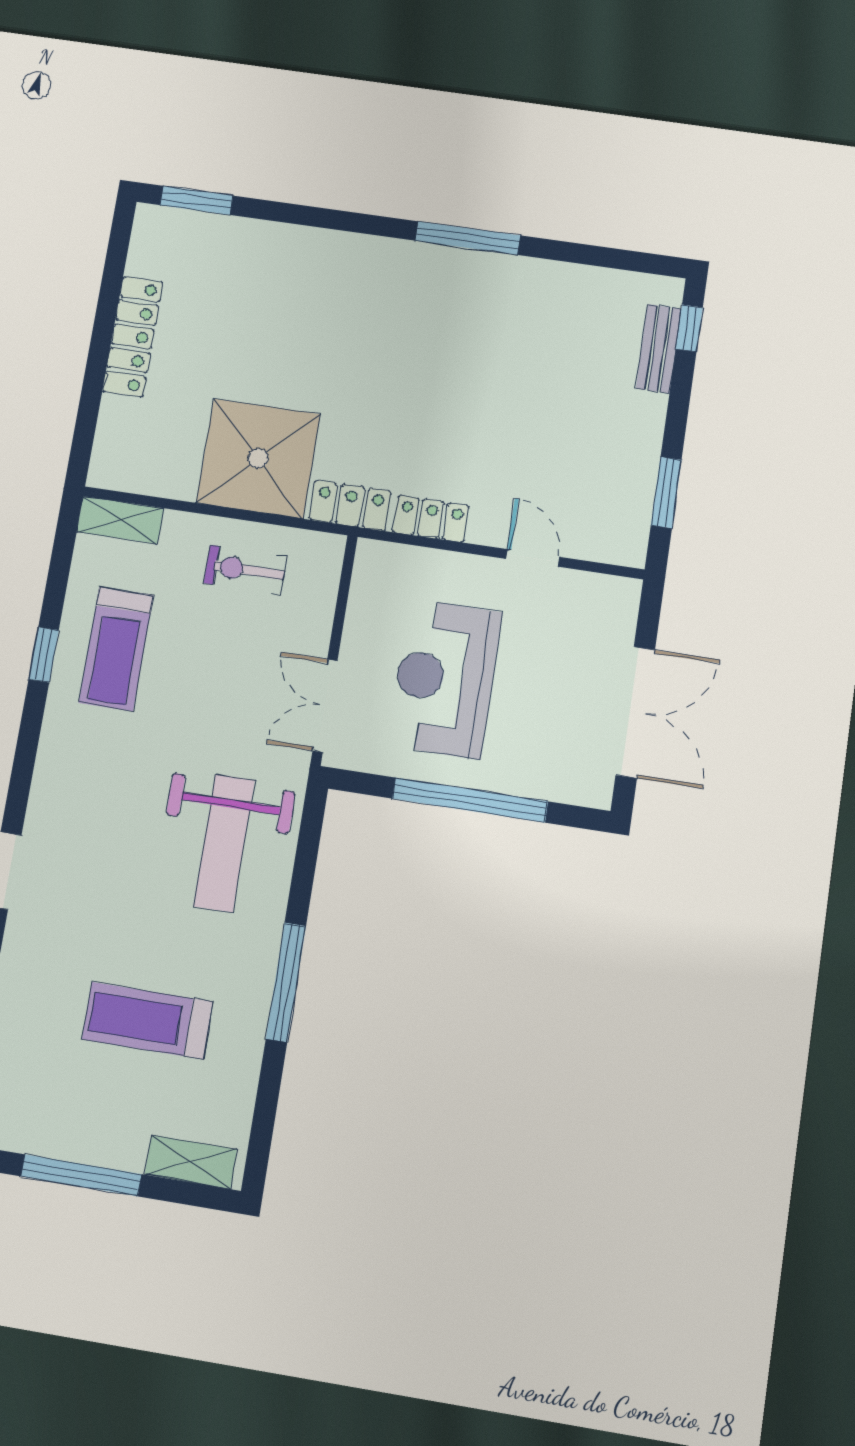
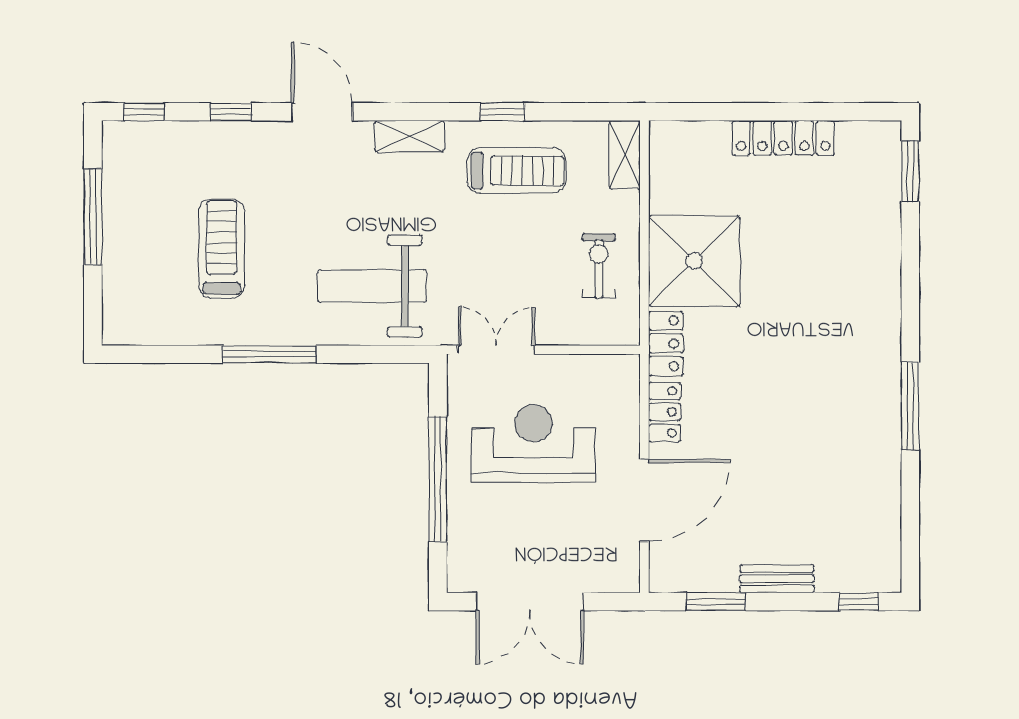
bench: (659, 349) -> (777, 579), moved
door: (533, 558) -> (644, 500), width x1.87
treadmill: (116, 649) -> (517, 171), turned 180
shelving: (191, 1162) -> (409, 136), moved, turned 90

